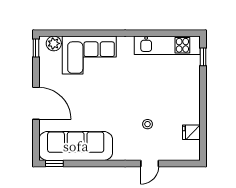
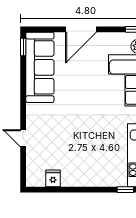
stool: (148, 124) -> (61, 136), removed

